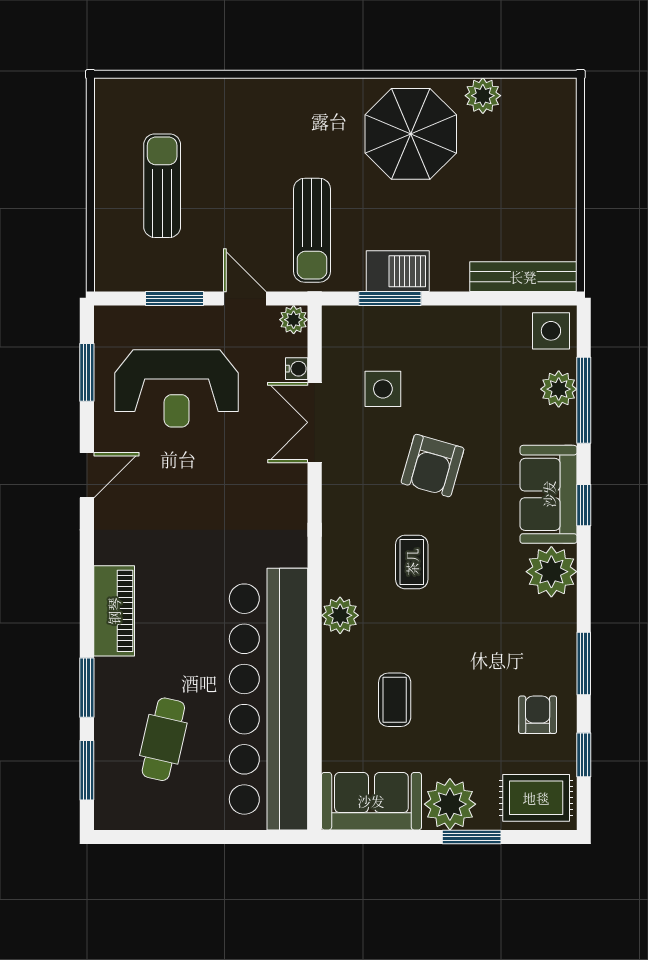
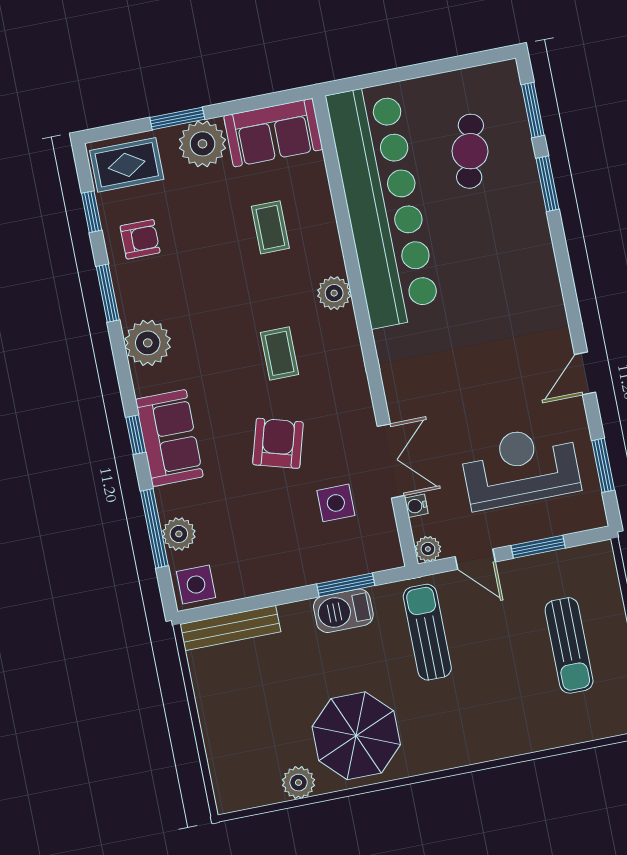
plant: (551, 572) -> (148, 343), moved
piano: (114, 611) -> (537, 257), removed
armchair: (538, 715) -> (140, 239), turned -90

